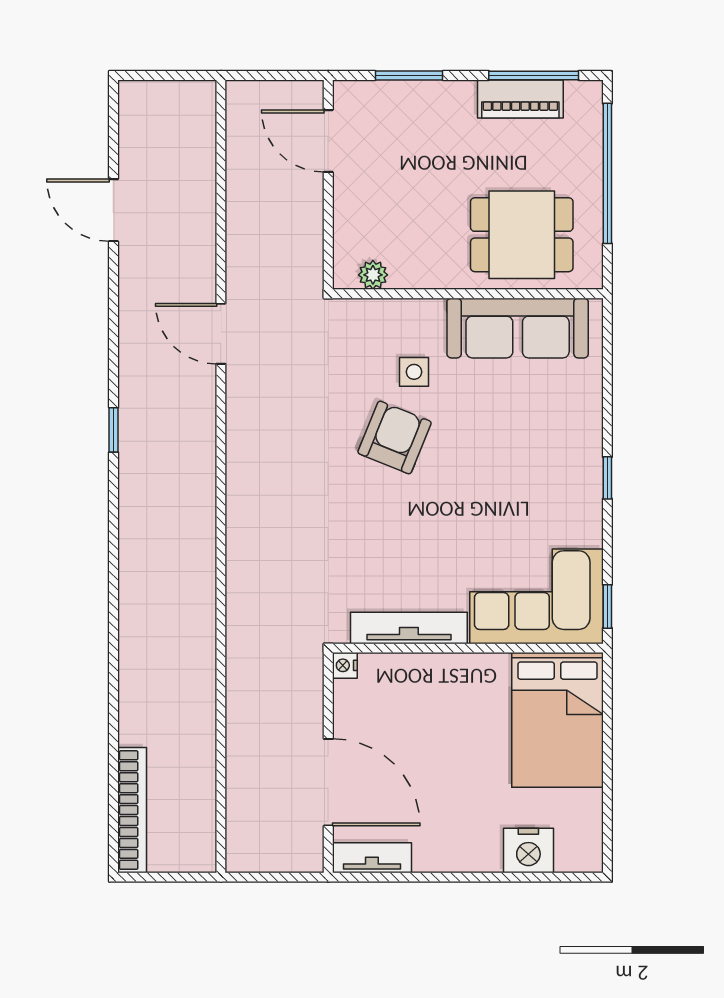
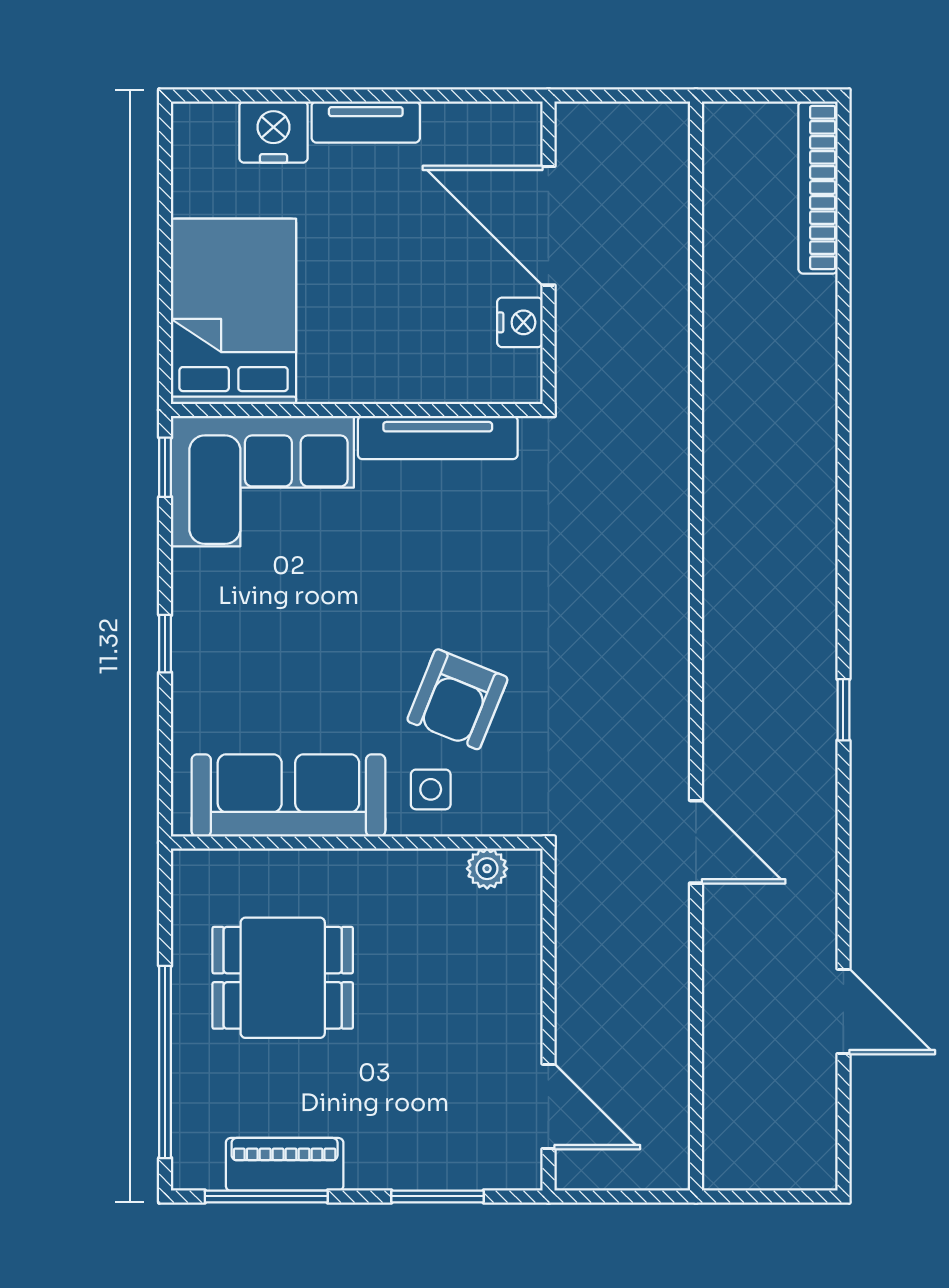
plant: (373, 275) -> (487, 869), moved
wall: (468, 294) -> (357, 843), moved
sofa: (518, 328) -> (288, 795), moved
nightstand: (345, 665) -> (520, 322), moved, width x1.39, depth x1.35
tv unit: (372, 858) -> (366, 122), moved

